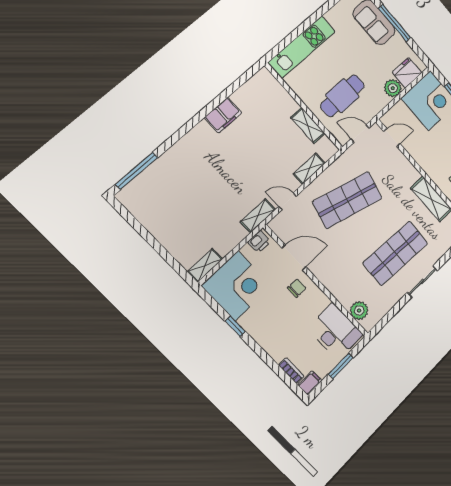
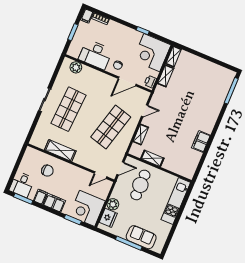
shelving: (258, 216) -> (166, 76), moved
desk: (335, 331) -> (95, 55), moved

